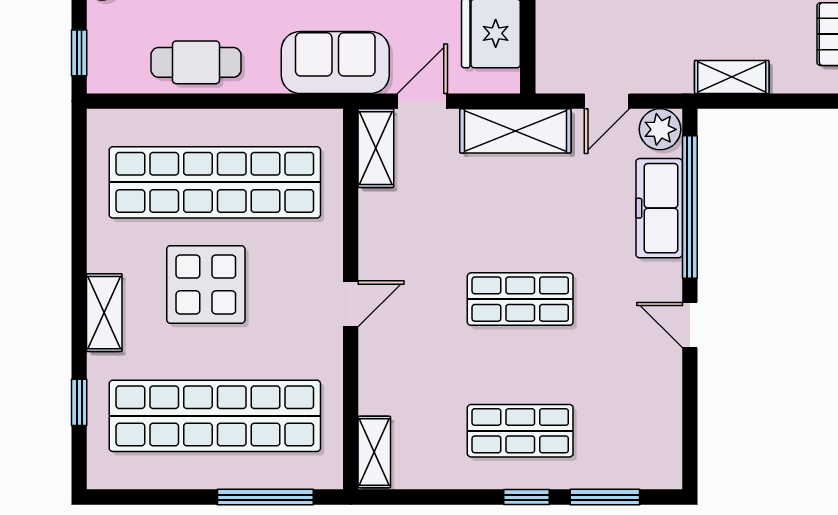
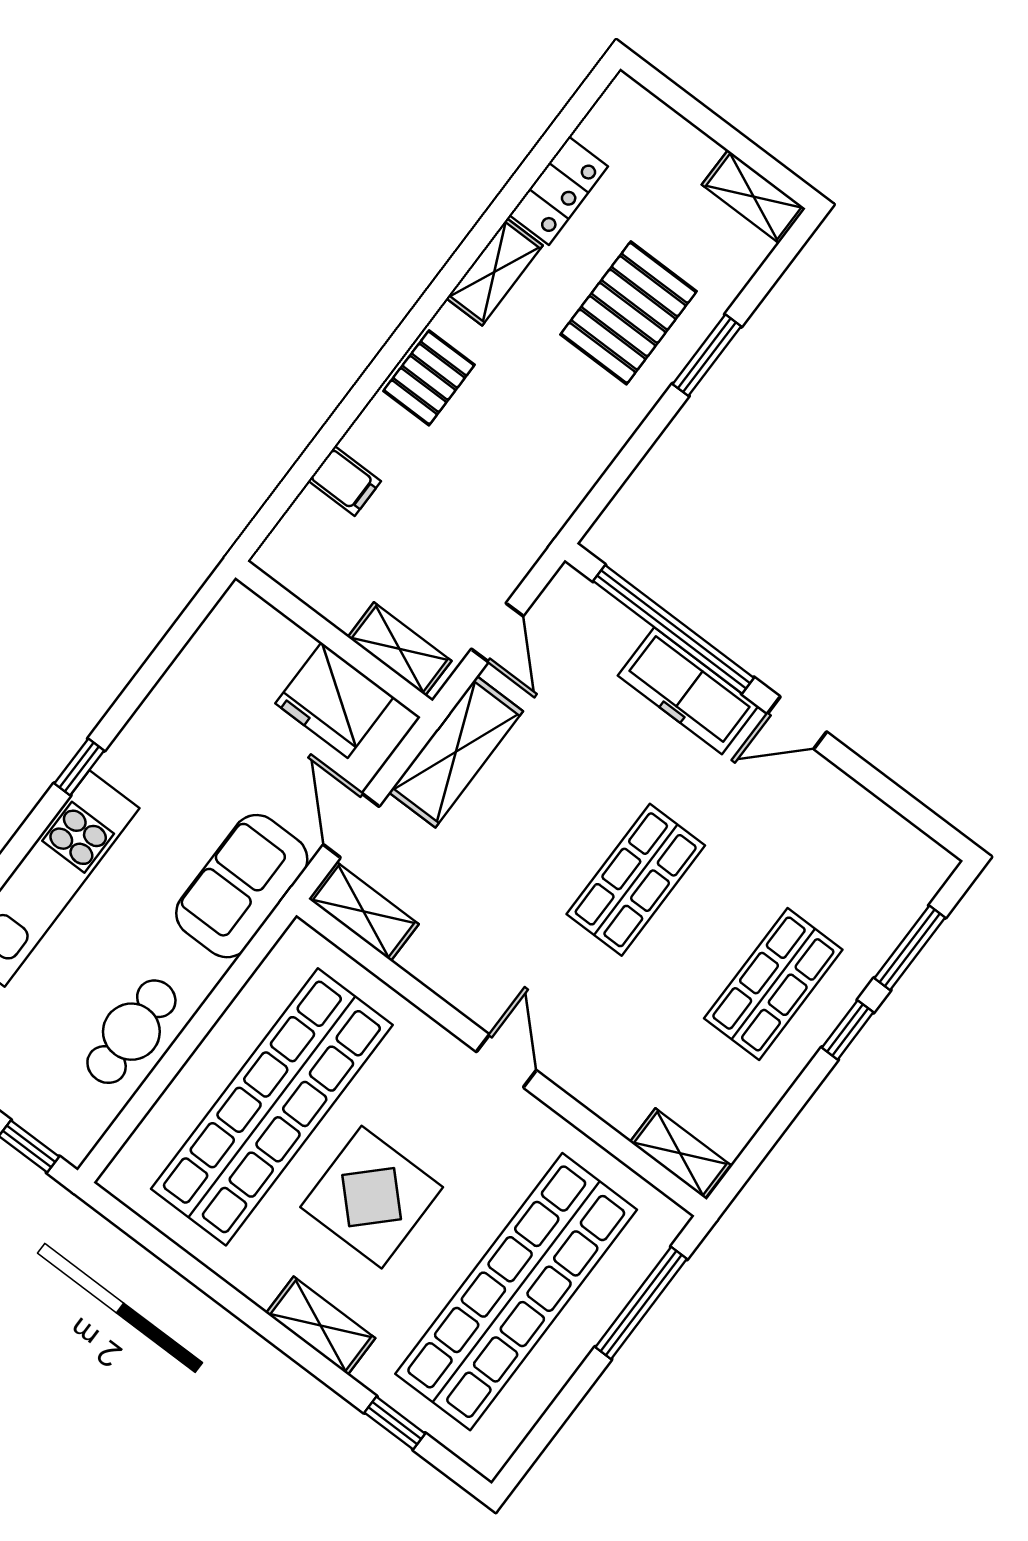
shelving: (732, 77) -> (400, 649), moved, turned 90
plant: (660, 129) -> (569, 599), removed
freezer: (659, 208) -> (688, 691), moved

